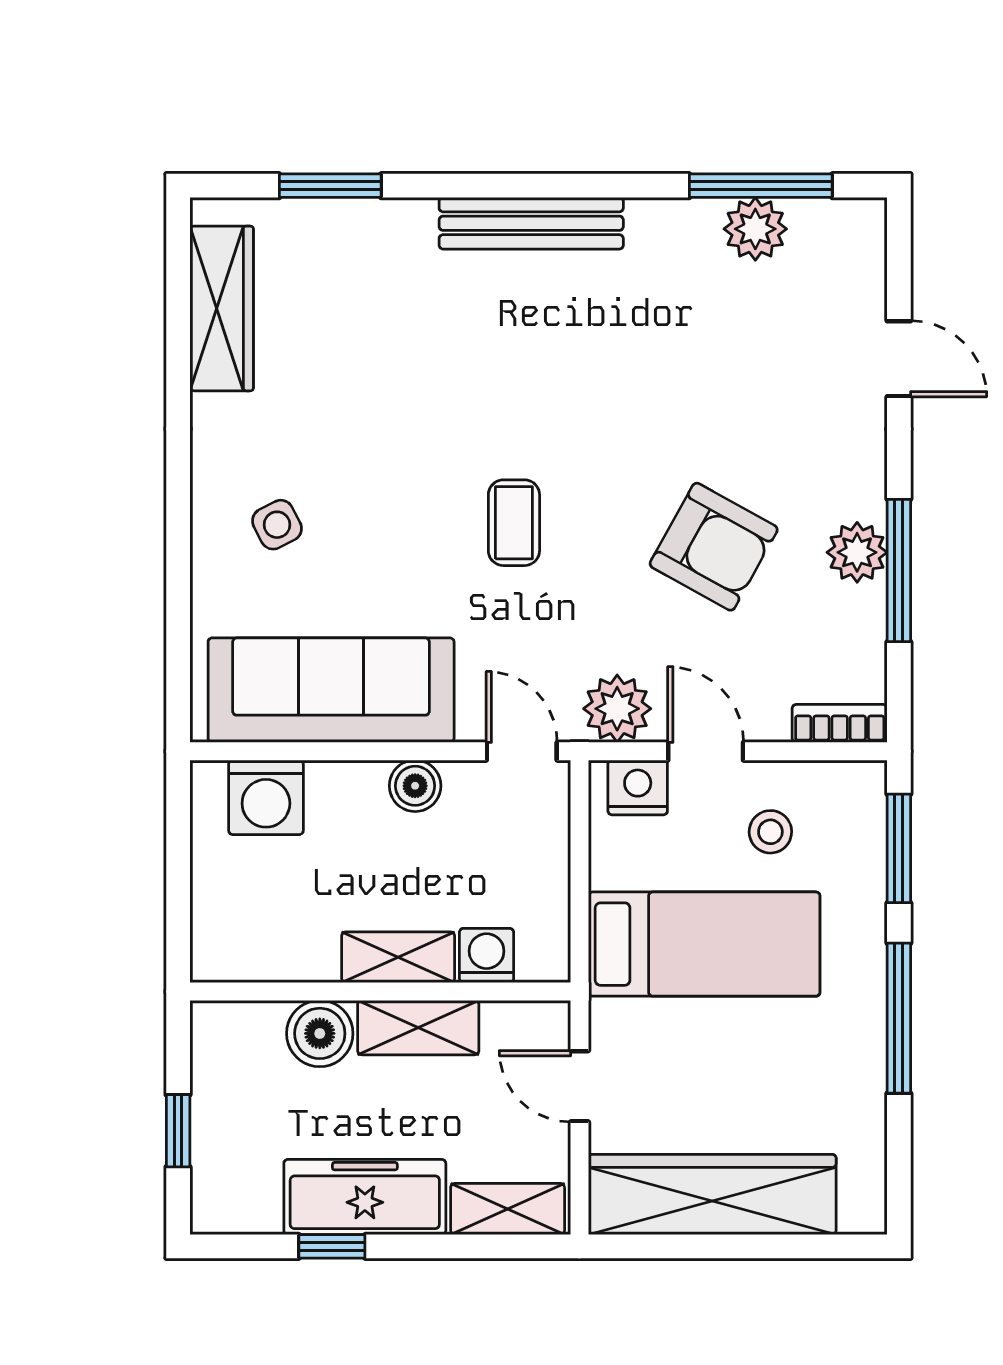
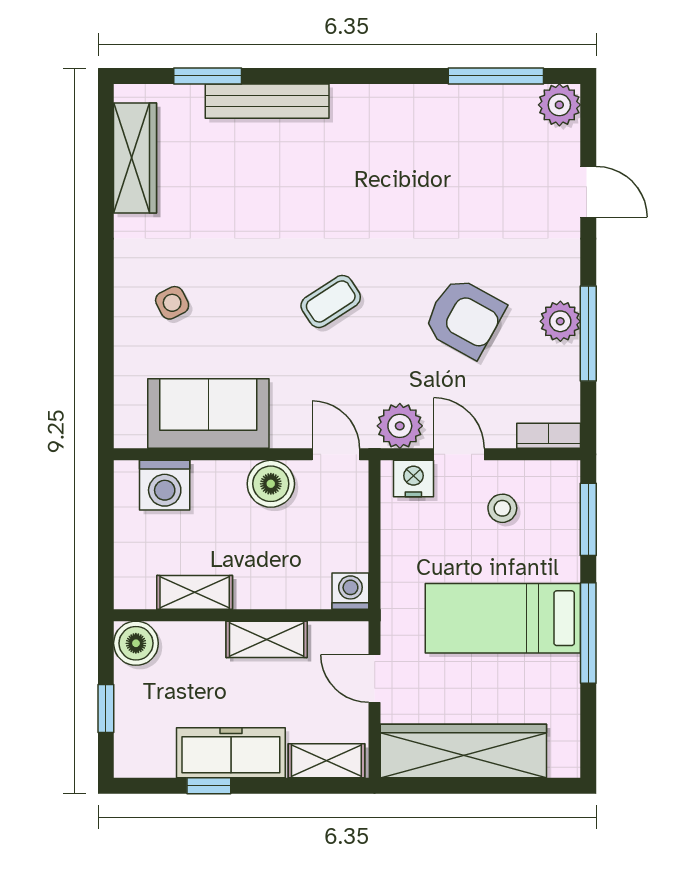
bench: (531, 223) -> (267, 101), moved
plant: (755, 229) -> (559, 105), moved
coffee table: (514, 523) -> (331, 301), turned 57
sofa: (331, 690) -> (208, 414), width x0.73
boiler: (415, 786) -> (271, 484), width x1.36, depth x1.36
bed: (704, 944) -> (503, 618), moved, turned 180
washing machine: (487, 955) -> (350, 591), moved
shelving: (398, 957) -> (195, 592), moved
boiler: (320, 1033) -> (136, 643), moved

